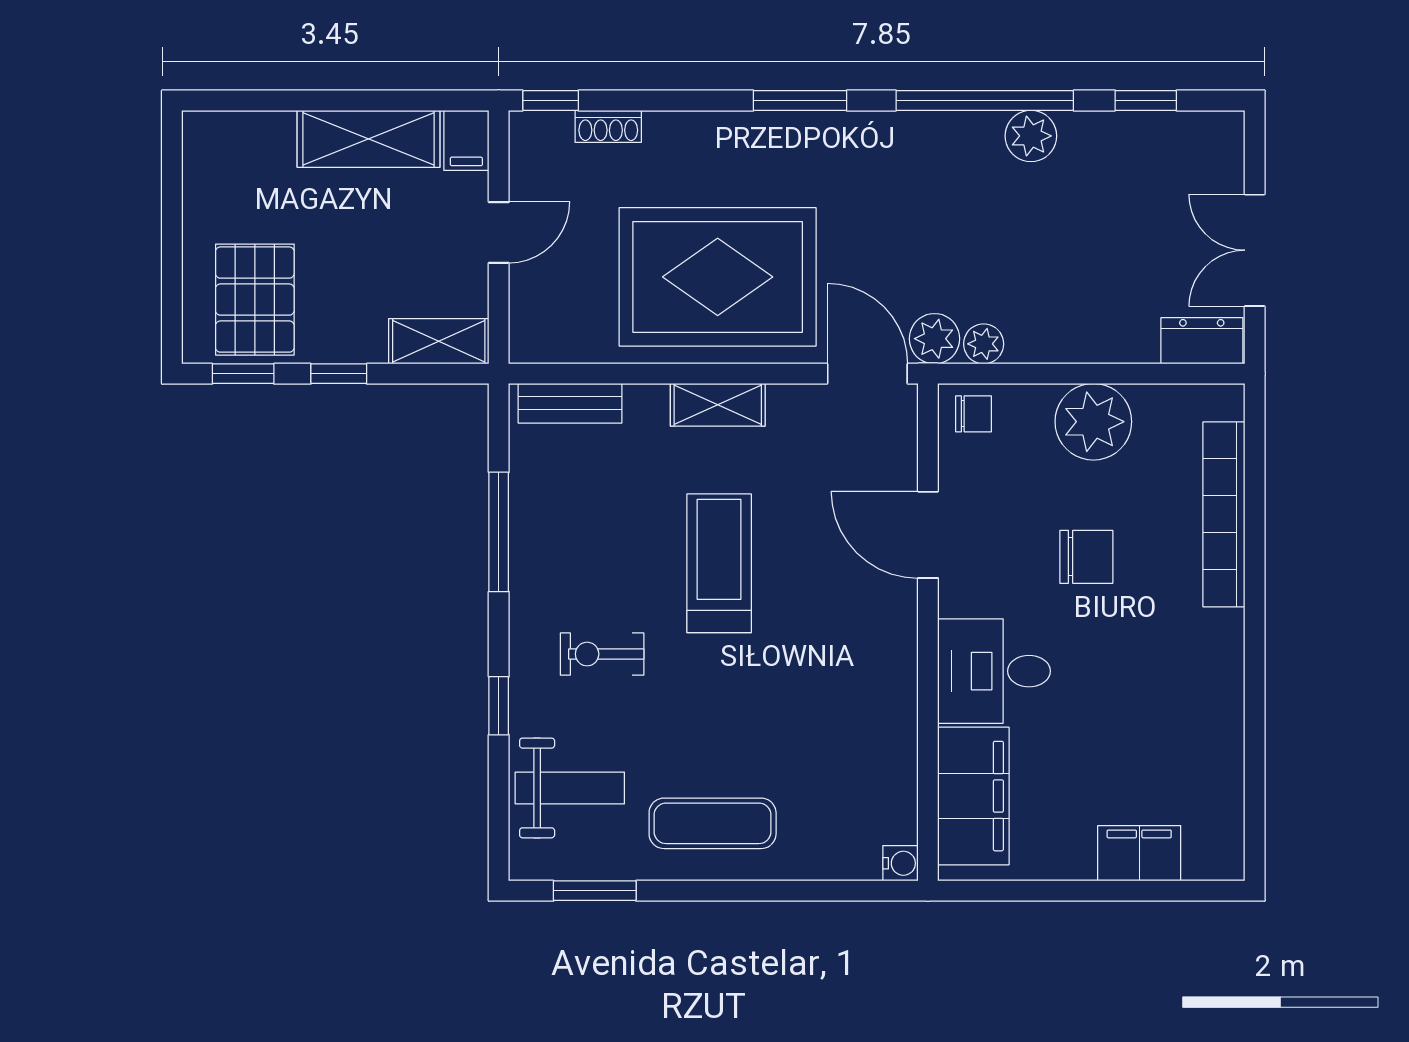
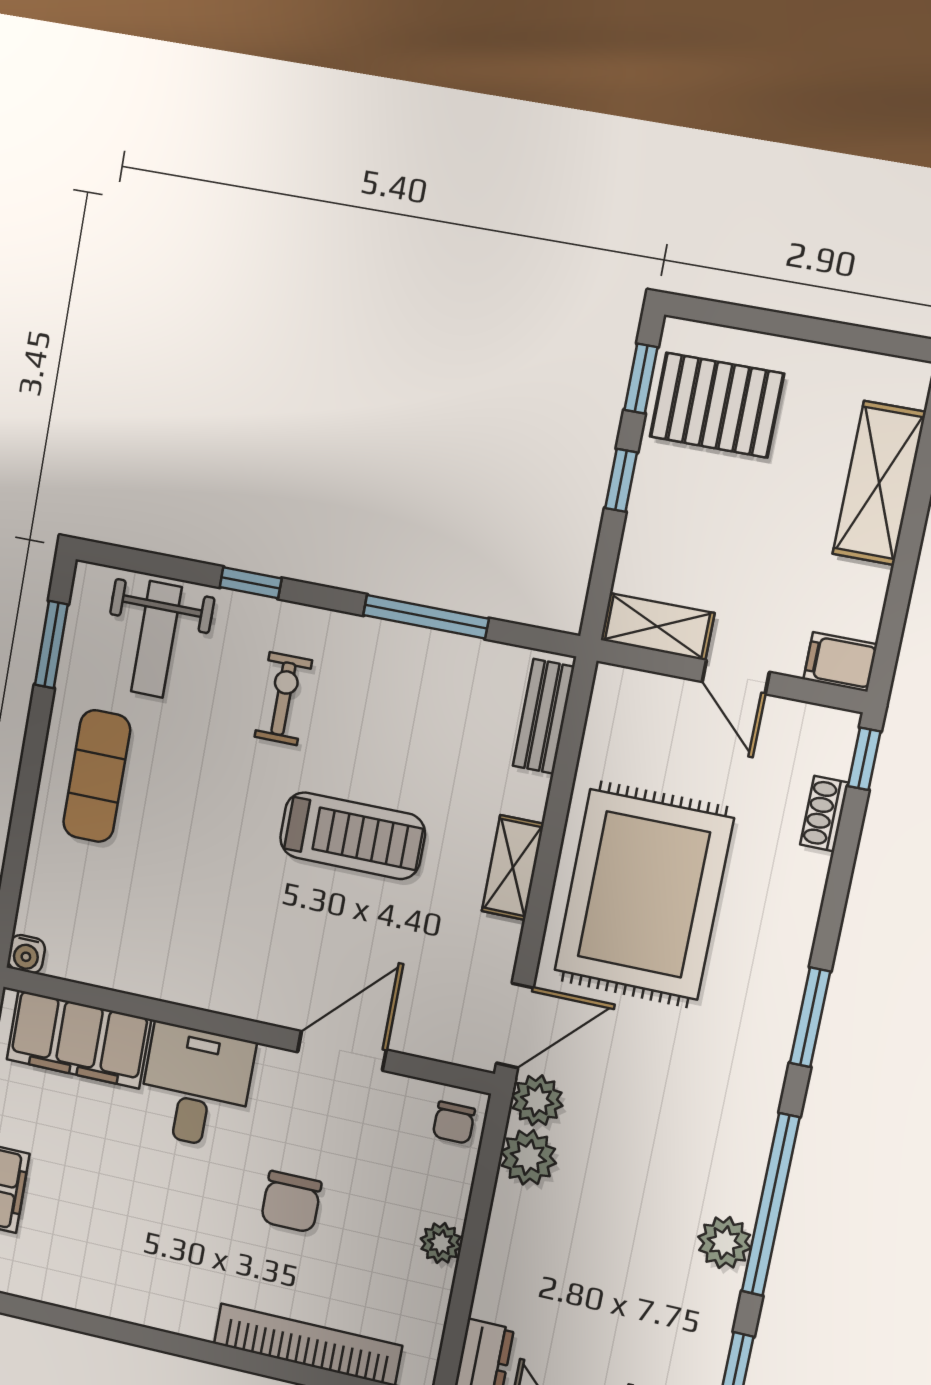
shelving: (369, 139) -> (879, 483), moved
shelving: (439, 341) -> (657, 627), moved, turned 90
plant: (984, 344) -> (528, 1157), width x1.38, depth x1.38
plant: (1093, 422) -> (441, 1243), width x0.53, depth x0.53

